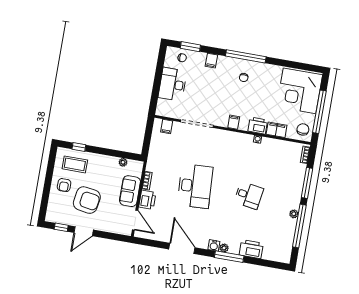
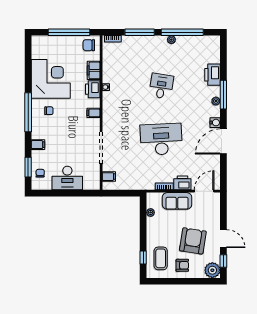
corner desk: (300, 91) -> (51, 79), moved, turned -90
plant: (54, 215) -> (212, 270), added
water cooler: (214, 245) -> (215, 123), moved

